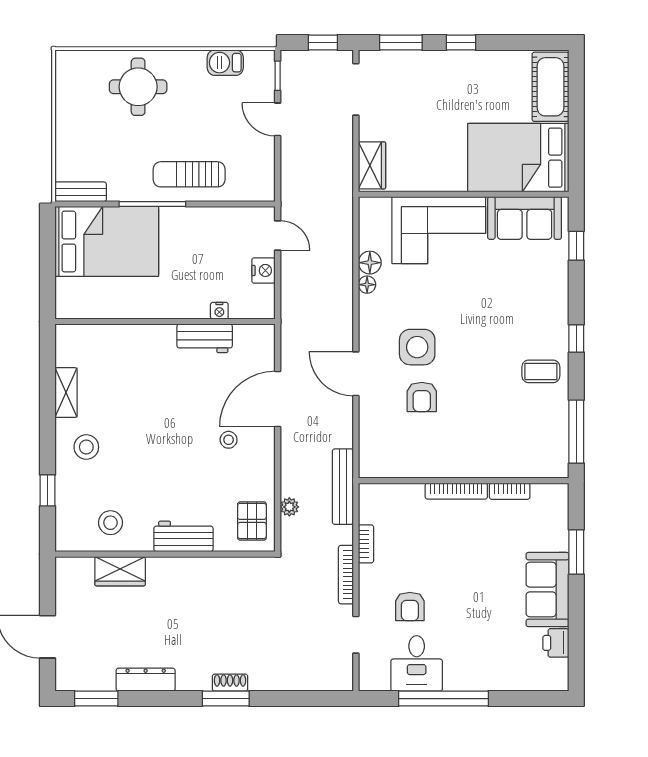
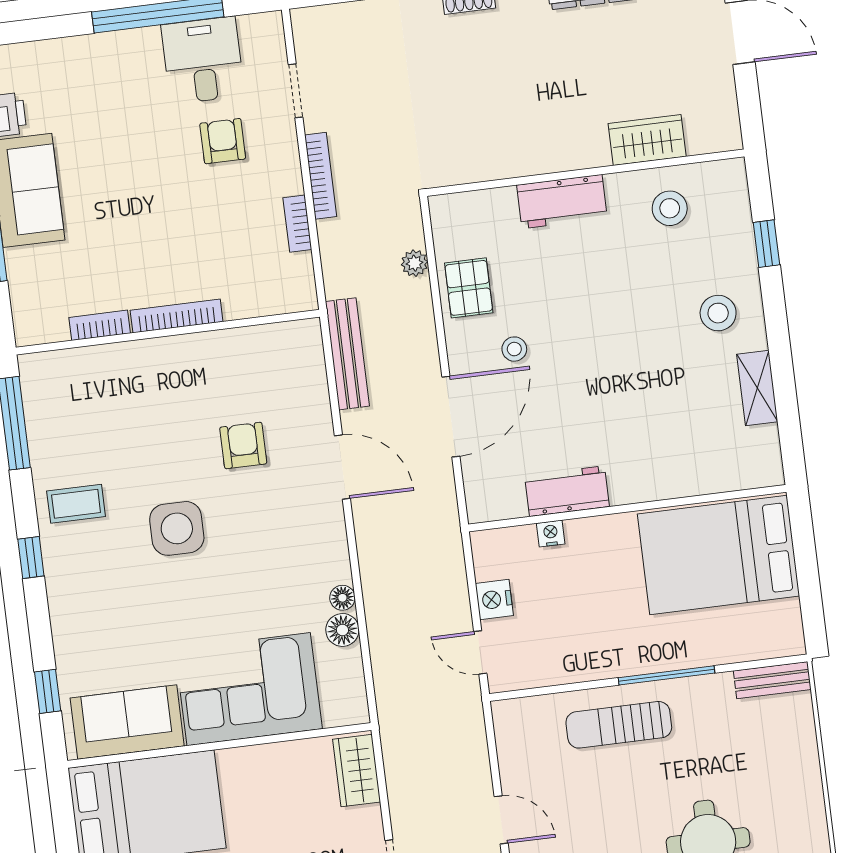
sun lounger: (189, 174) -> (619, 725), turned 180
bed: (107, 241) -> (718, 555), moved
side table: (417, 347) -> (177, 528), moved
bench: (343, 487) -> (347, 354), moved
pallet: (252, 521) -> (469, 288), moved

